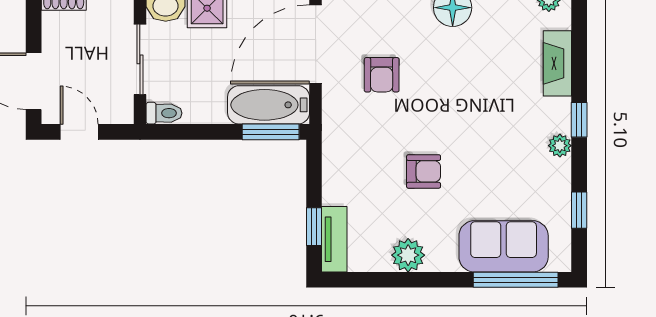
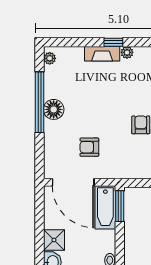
fireplace: (557, 63) -> (102, 54), moved
armchair: (382, 75) -> (89, 147), turned 180

